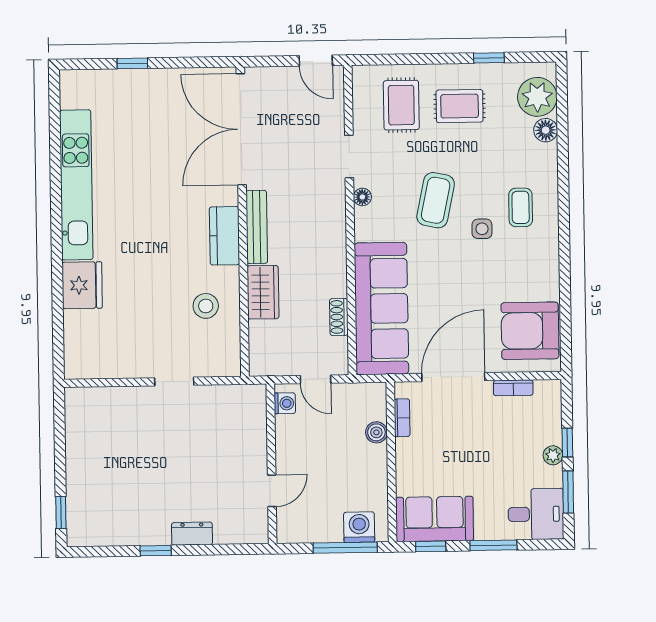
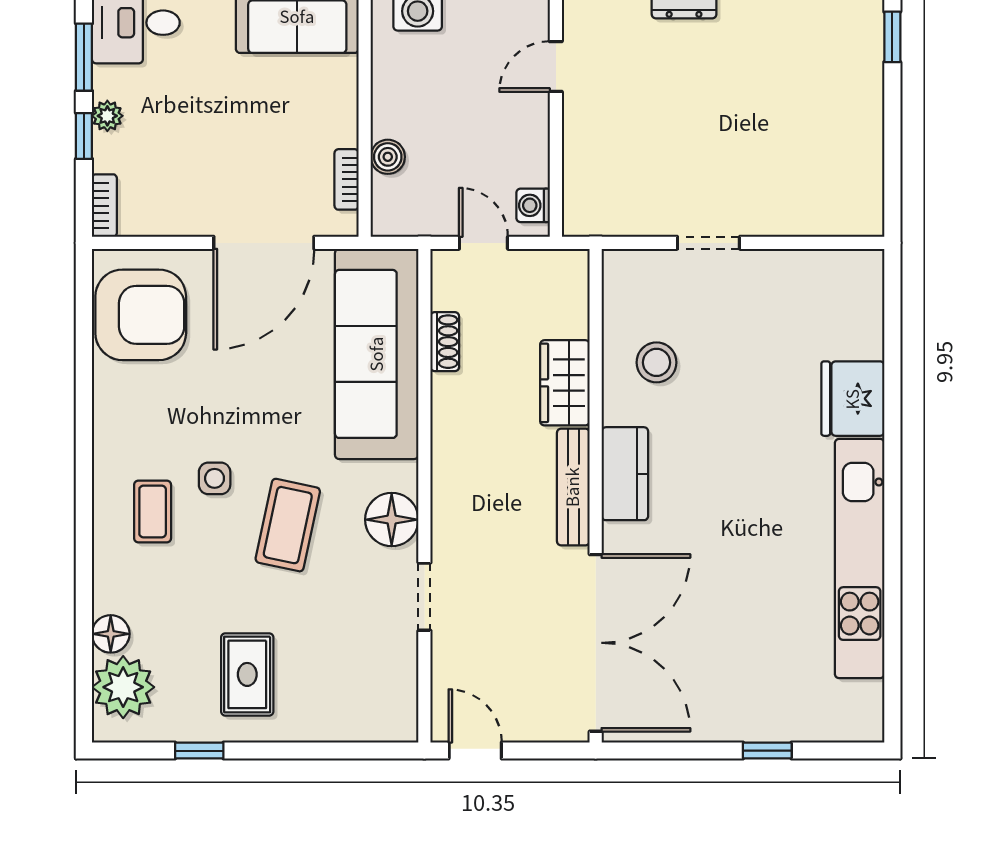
rug: (401, 105) -> (340, 677), removed
rug: (460, 106) -> (247, 674), turned 90
floor lamp: (362, 197) -> (392, 520), width x1.89, depth x1.89
bookcase: (513, 388) -> (104, 206), moved, turned 90

